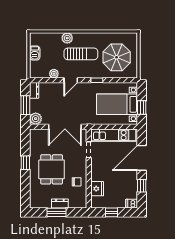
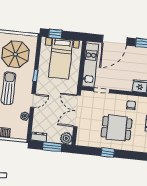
door: (71, 80) -> (33, 101), hinge flipped
window: (142, 108) -> (55, 34), moved
double door: (65, 127) -> (77, 111), swing flipped
door: (142, 158) -> (115, 40), hinge flipped

